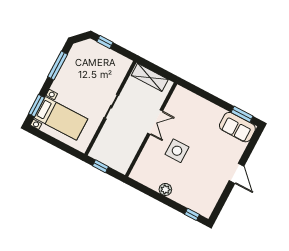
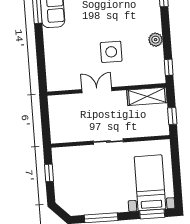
window: (105, 42) -> (49, 173), moved
shelving: (150, 77) -> (147, 96), moved, turned 90
window: (139, 186) -> (169, 67), added

